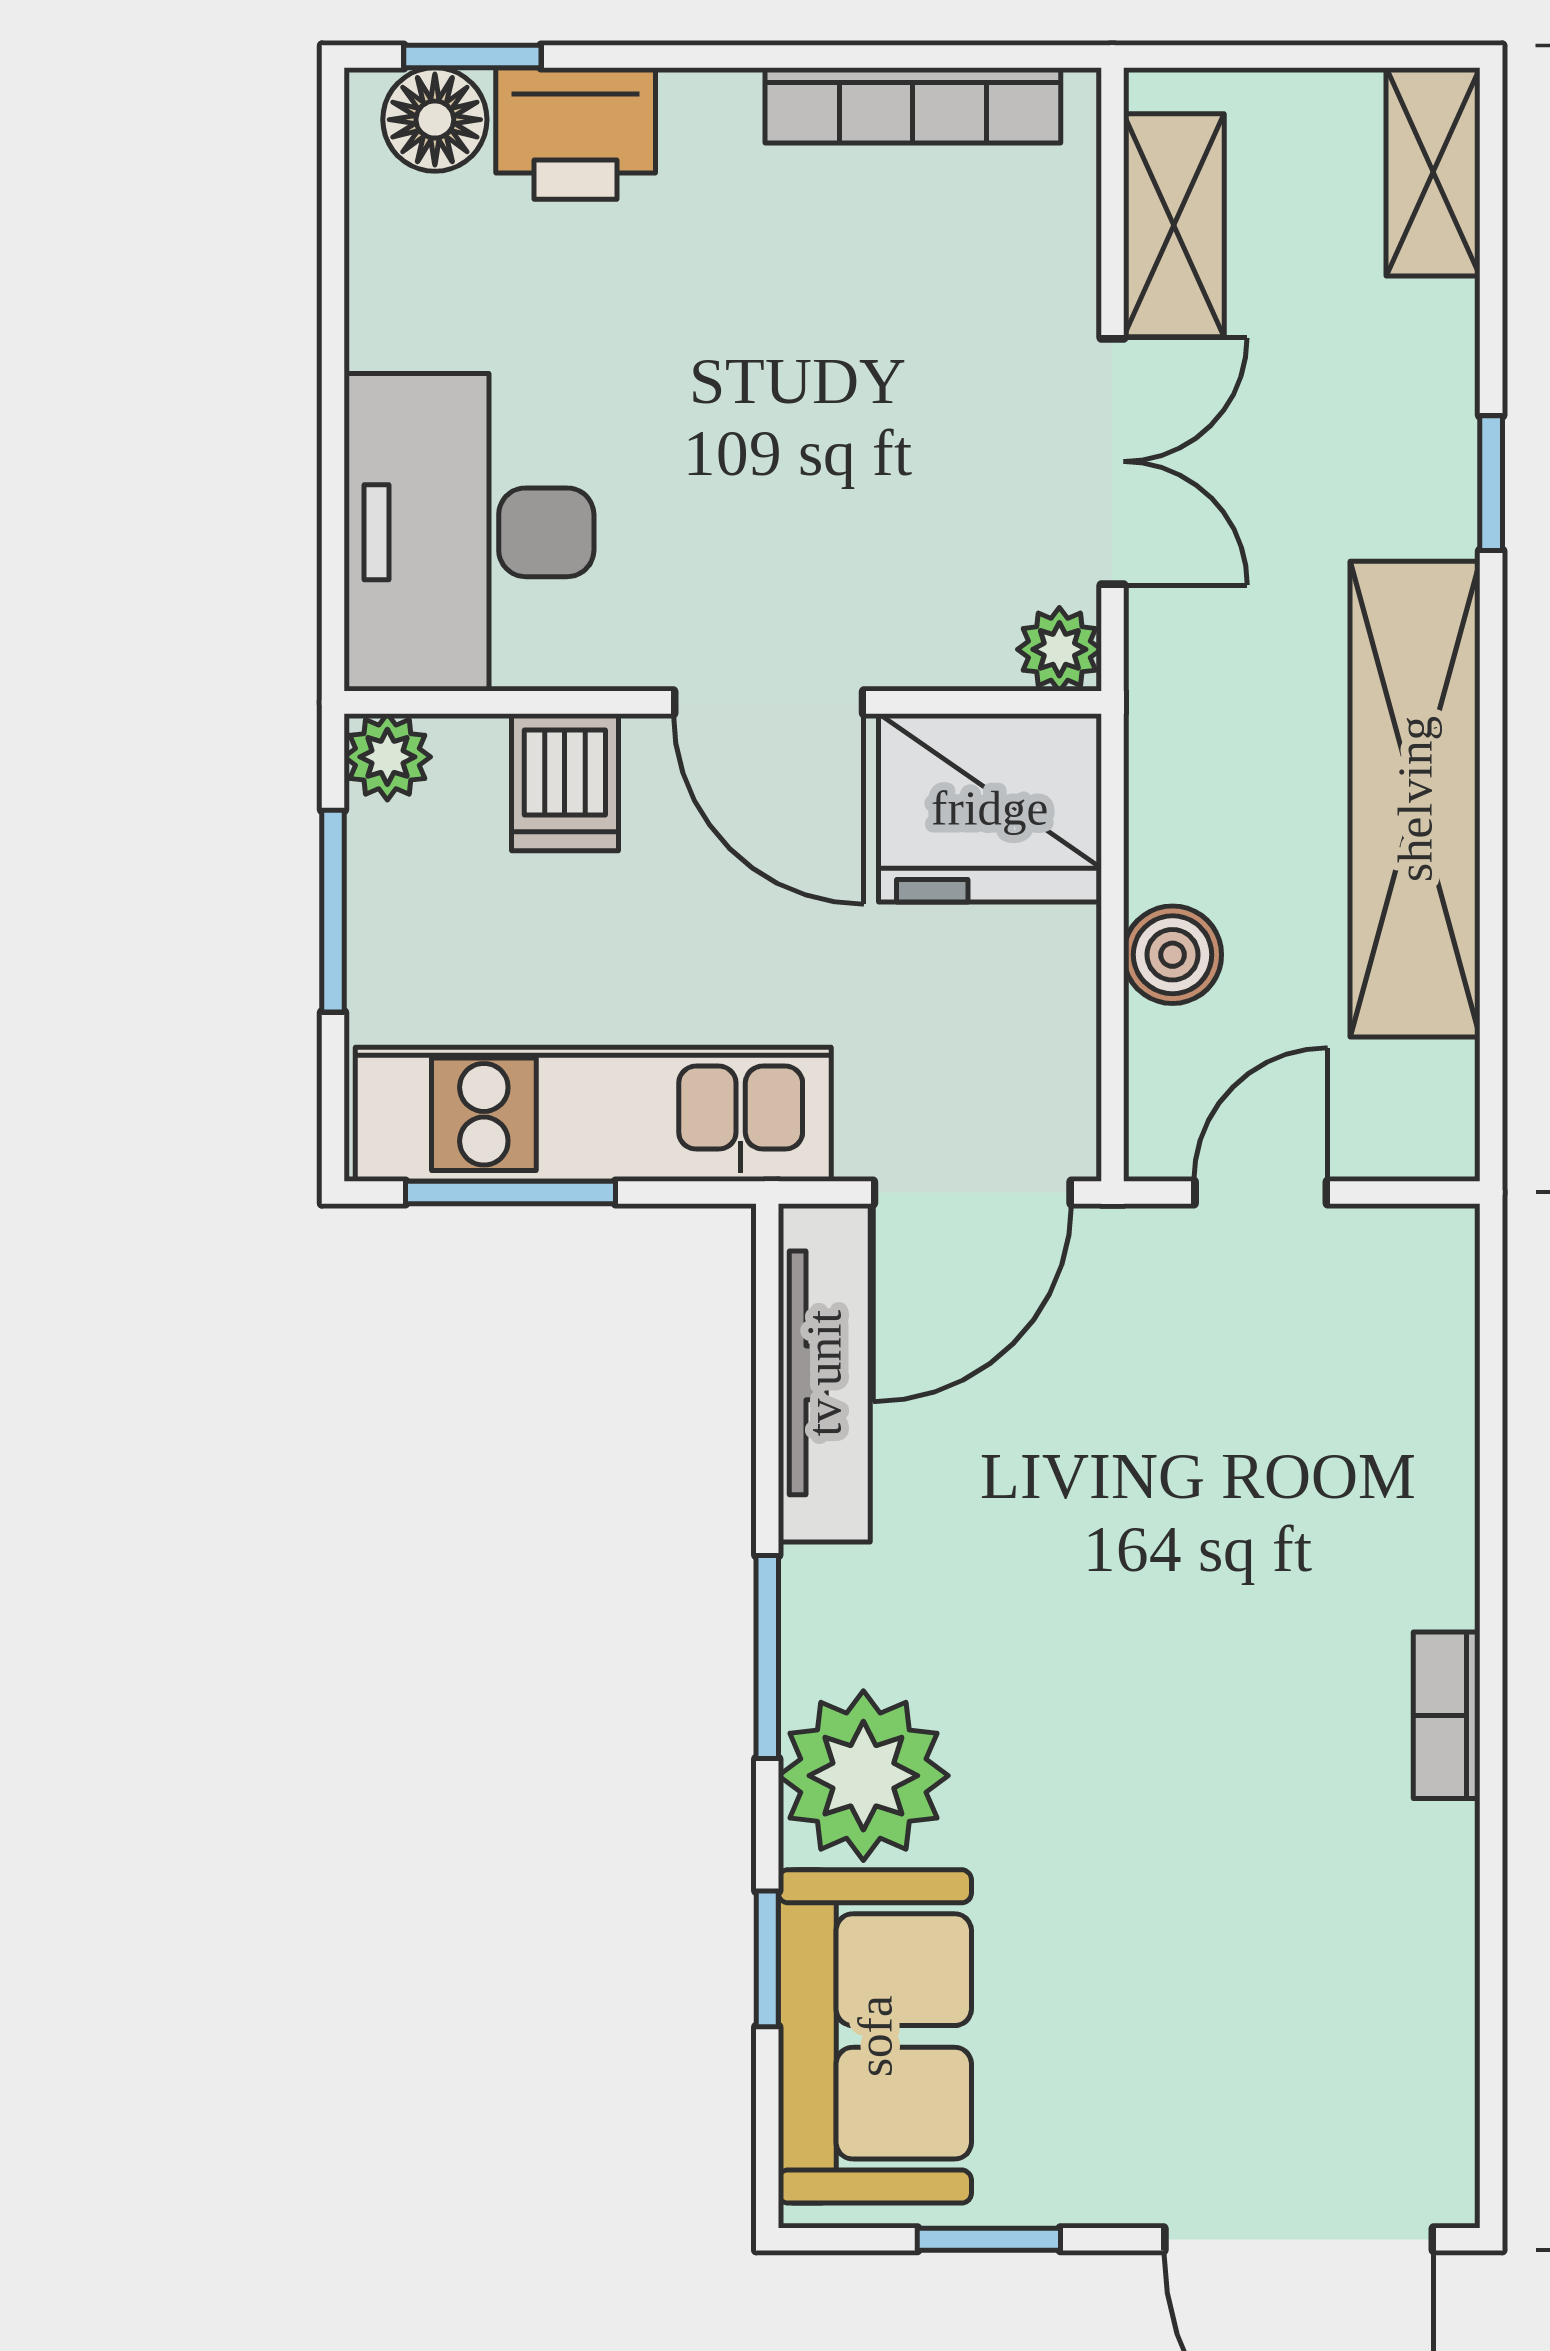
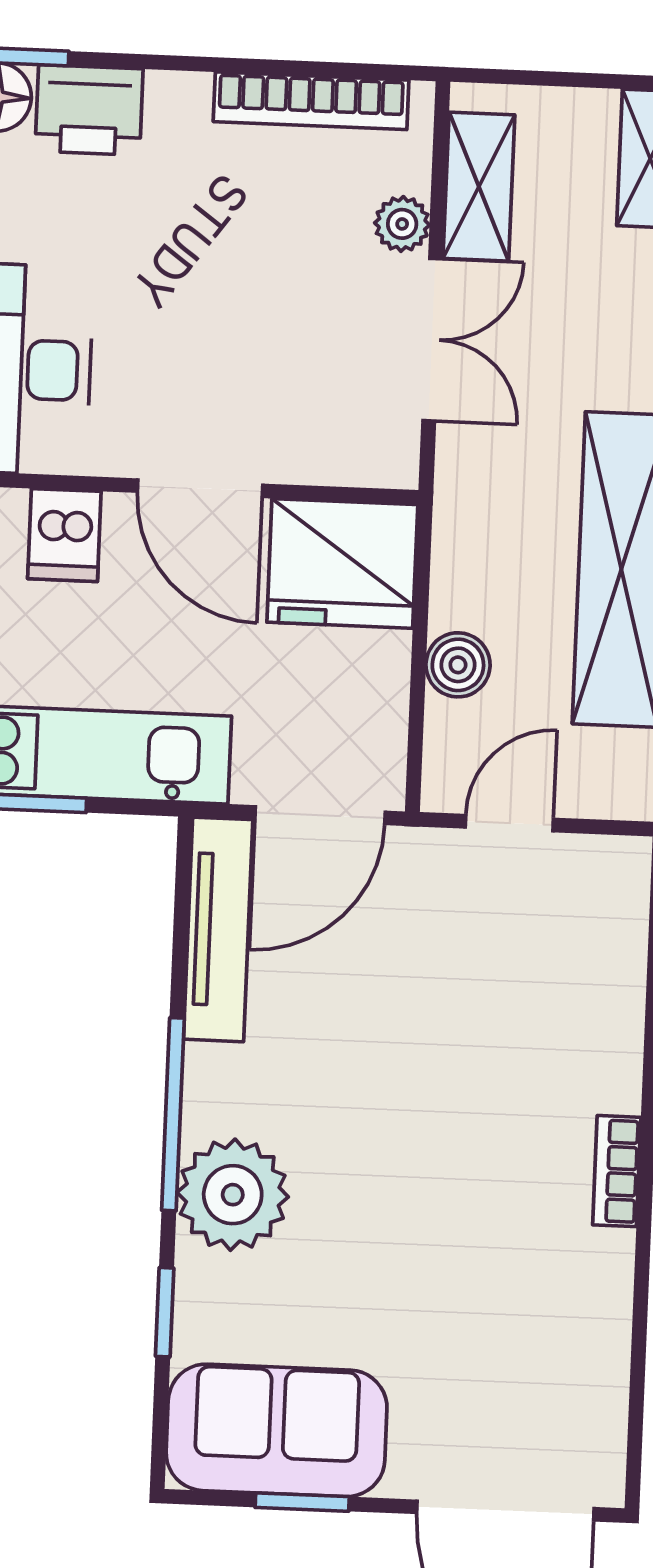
plant: (1059, 649) -> (402, 224), moved
window: (767, 1657) -> (173, 1114), width x1.44
sofa: (875, 2036) -> (277, 1430), moved, turned -90

